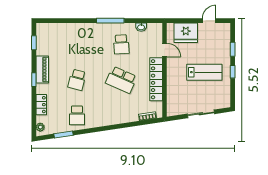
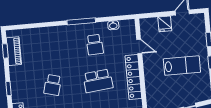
fridge: (186, 33) -> (165, 24), width x0.53, depth x0.75
piano: (42, 69) -> (14, 51), moved
school desk: (121, 80) -> (98, 81), turned -30

